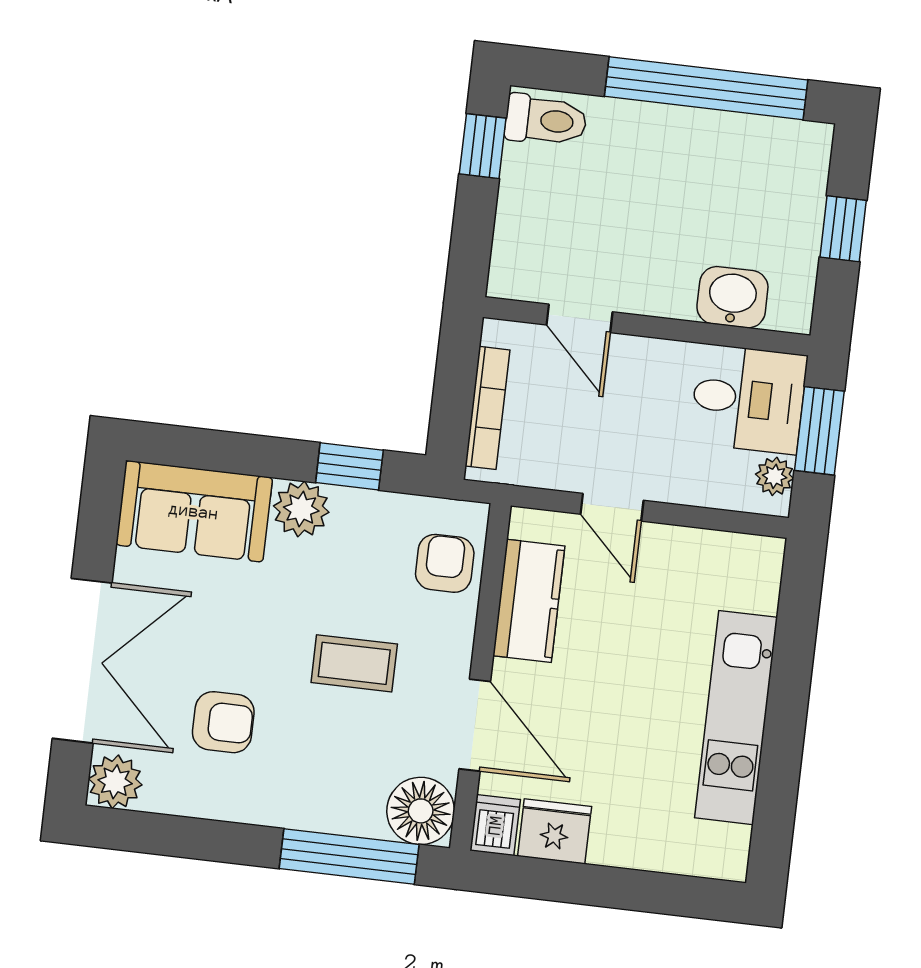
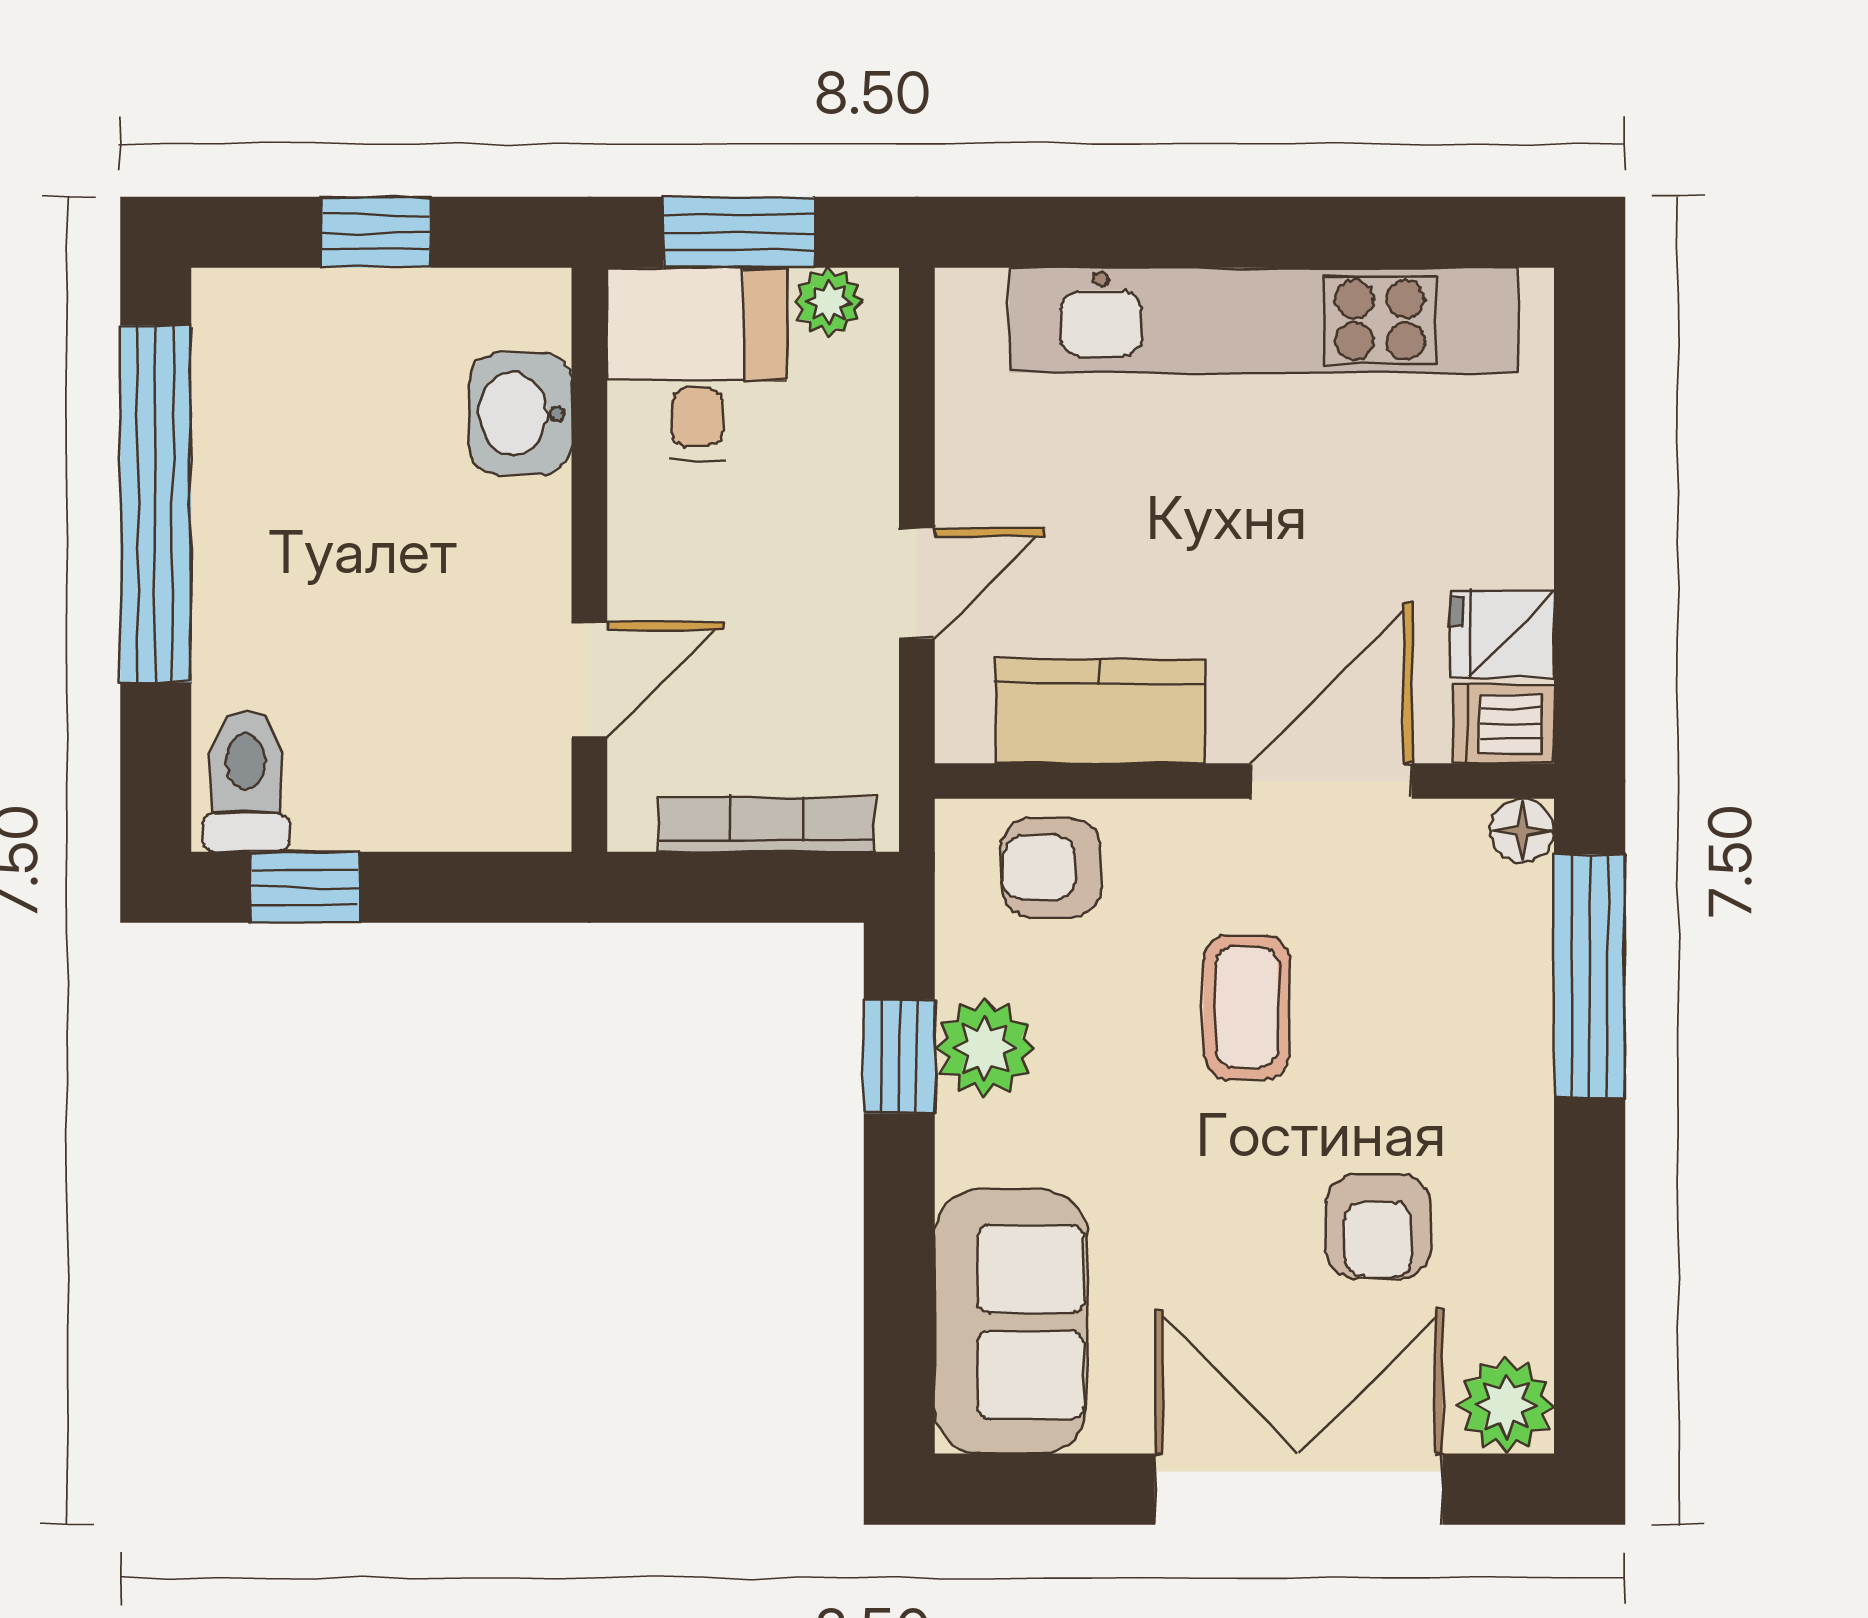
plant: (301, 509) -> (985, 1048), moved
kitchen unit: (736, 718) -> (1263, 320), width x1.36
armchair: (223, 722) -> (1378, 1227), turned 180
floor lamp: (421, 811) -> (1522, 831), width x0.53, depth x0.53
fridge: (555, 831) -> (1502, 634), width x0.72

